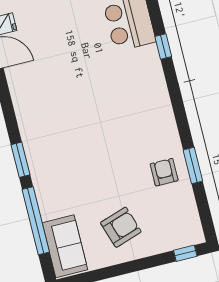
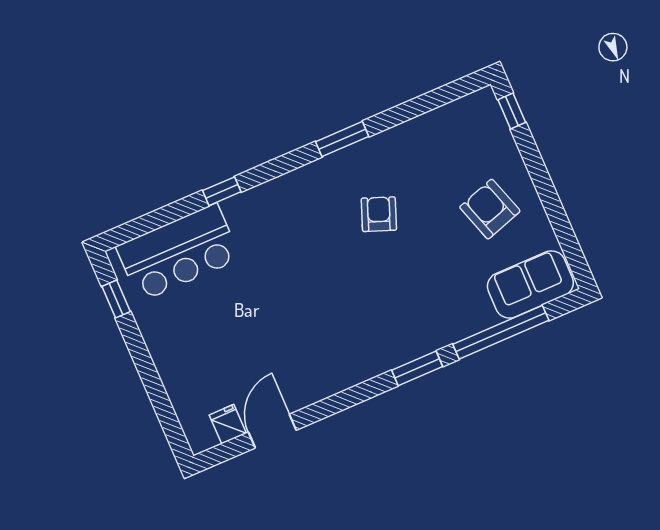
window: (193, 166) -> (342, 139), moved
armchair: (164, 172) -> (379, 214), moved, turned 111

